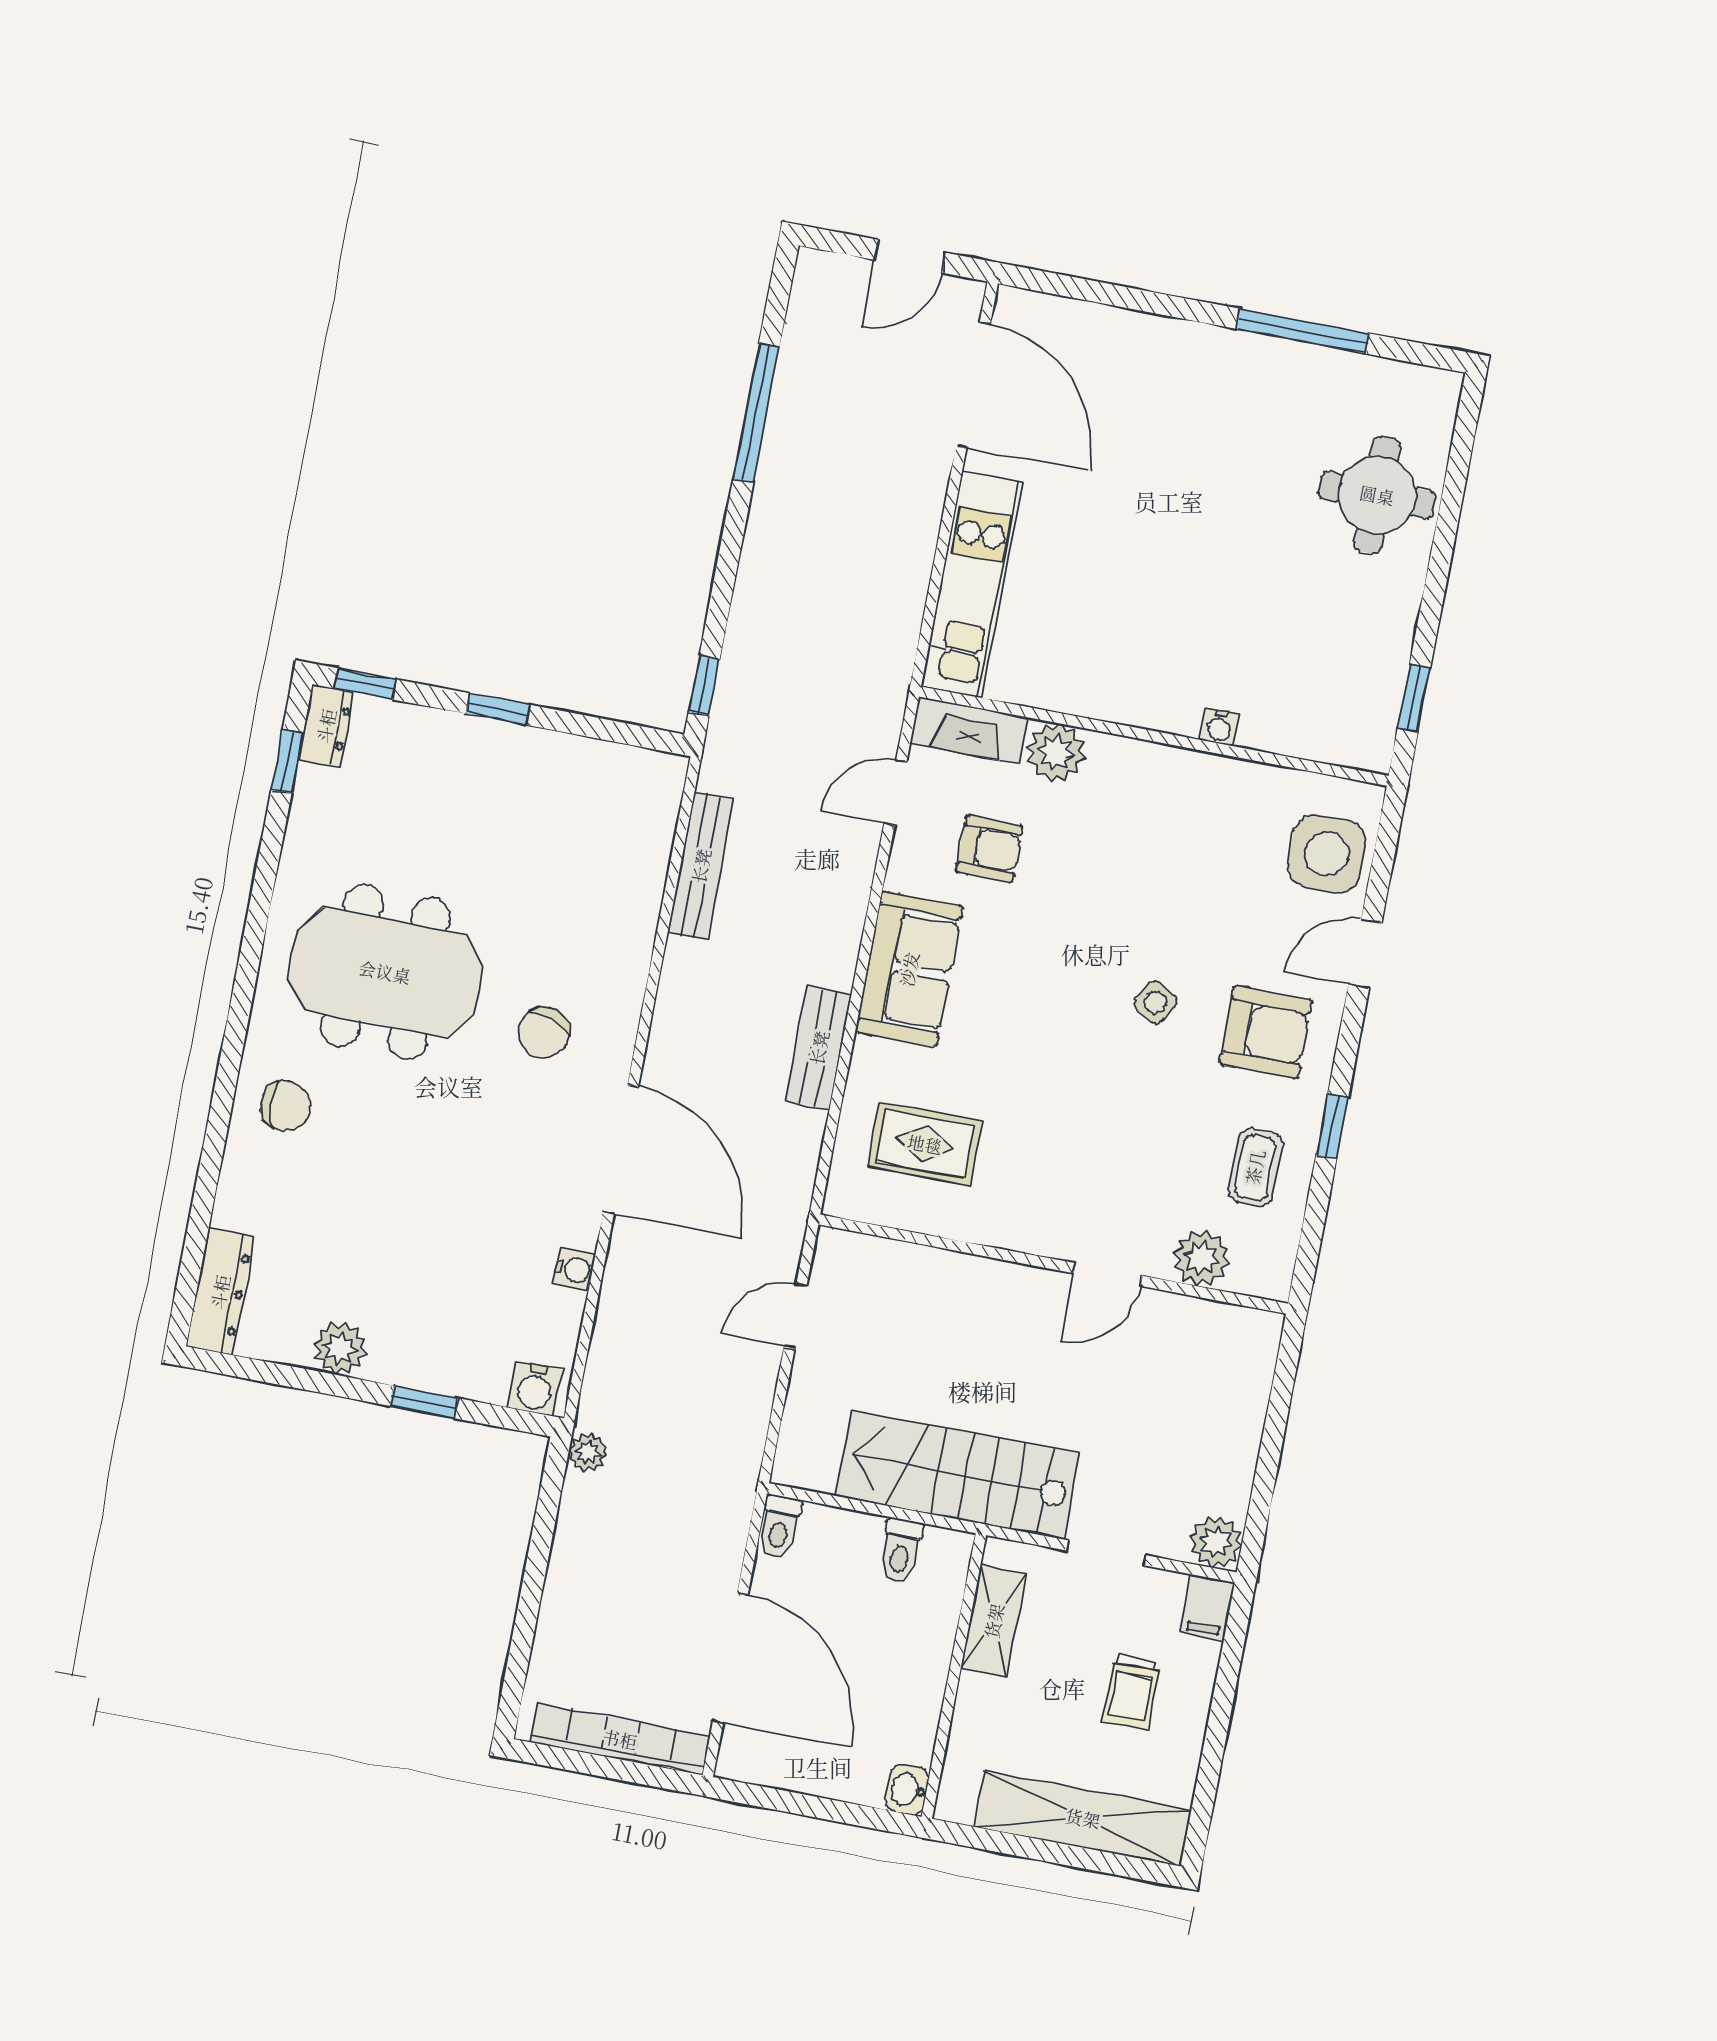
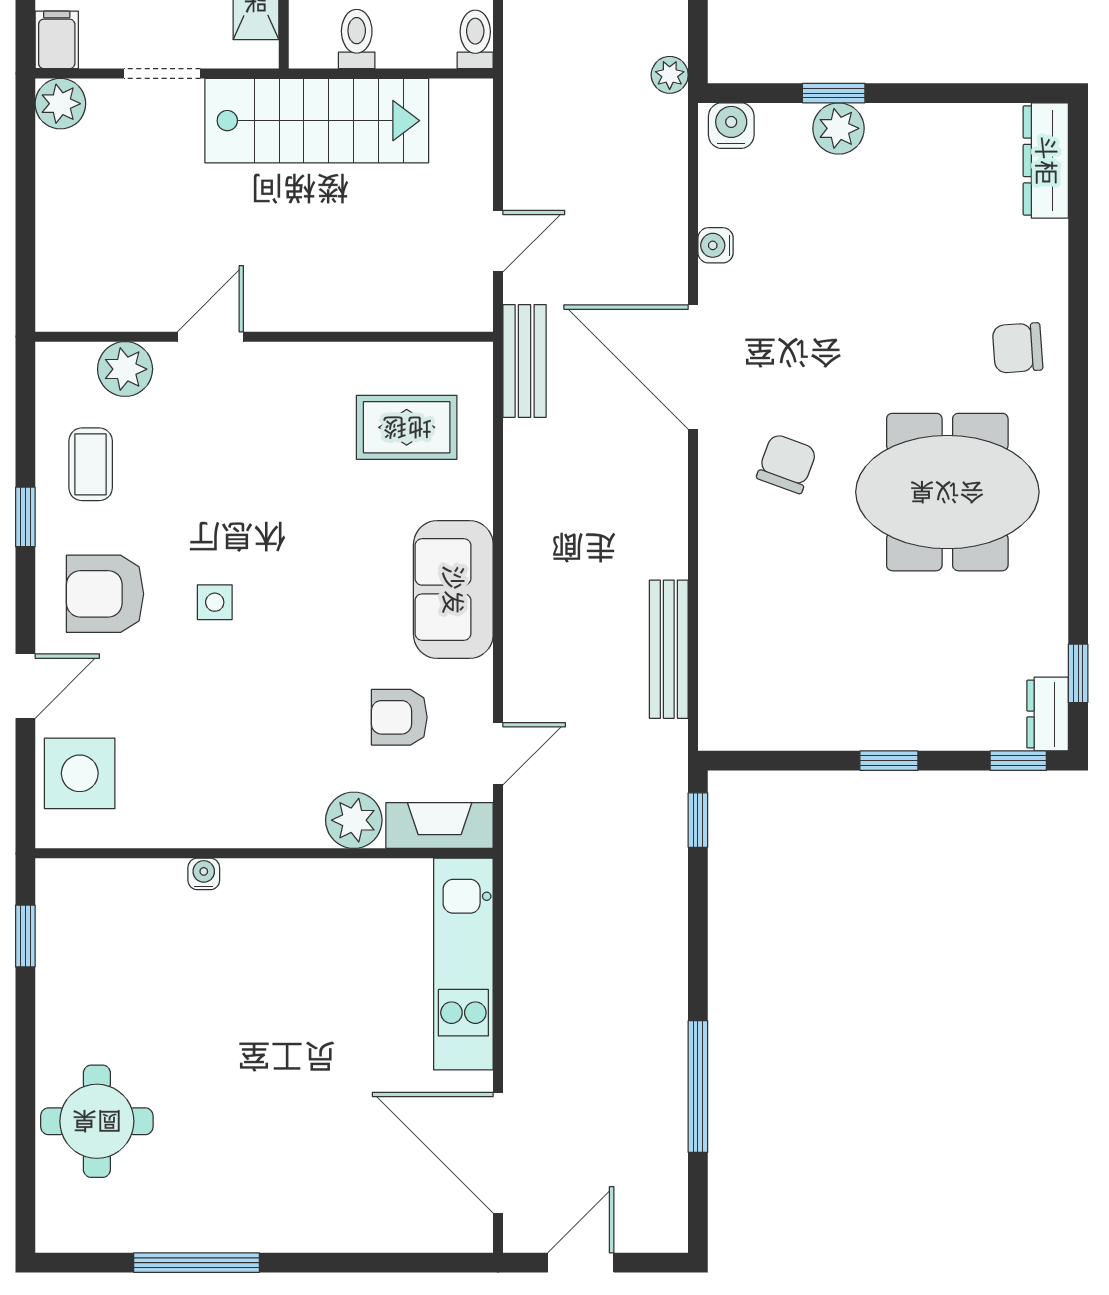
side table: (1155, 1002) -> (215, 602), turned -31
bench: (819, 1048) -> (525, 361), moved
plant: (340, 1349) -> (839, 128), moved

